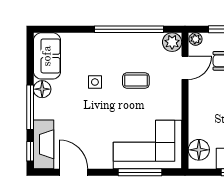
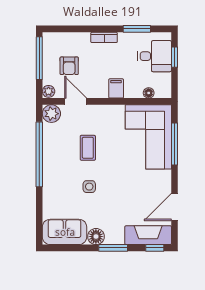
window: (30, 107) -> (113, 248), width x0.69
filing cabinet: (199, 110) -> (116, 88), added
floor lamp: (199, 150) -> (149, 93), width x0.53, depth x0.53

